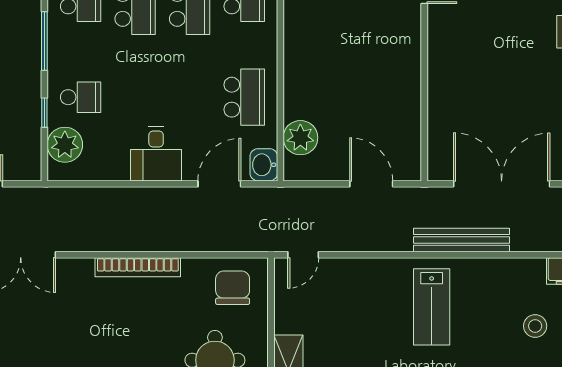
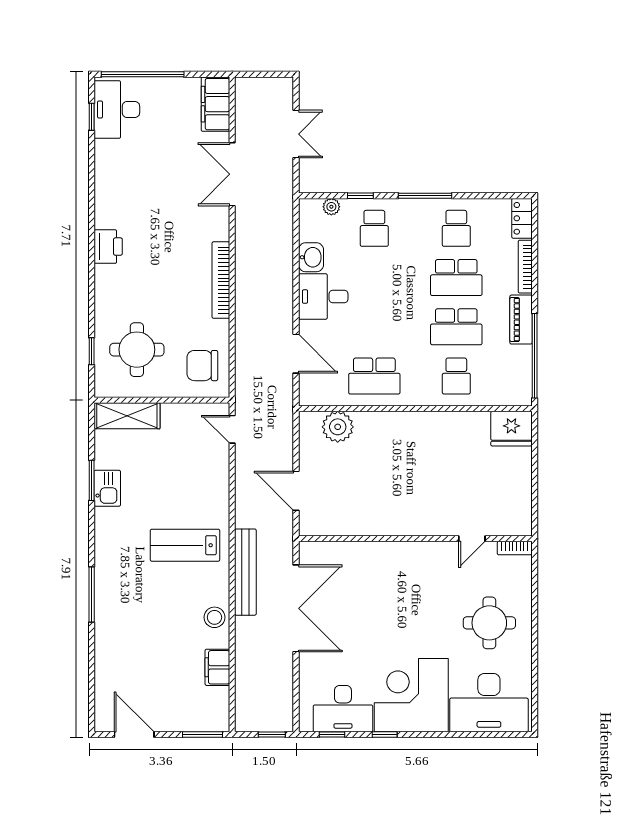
plant: (65, 145) -> (331, 207), width x0.53, depth x0.53
washbasin: (264, 165) -> (311, 257), moved, turned 90
door: (371, 184) -> (296, 491), swing flipped
chair: (233, 288) -> (202, 366), turned 180
stool: (535, 326) -> (214, 617), moved

